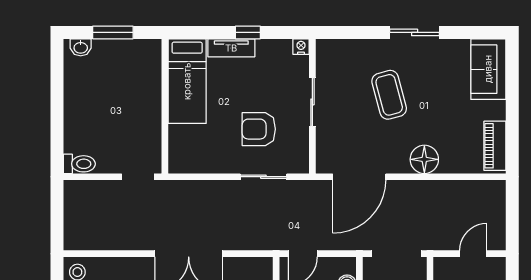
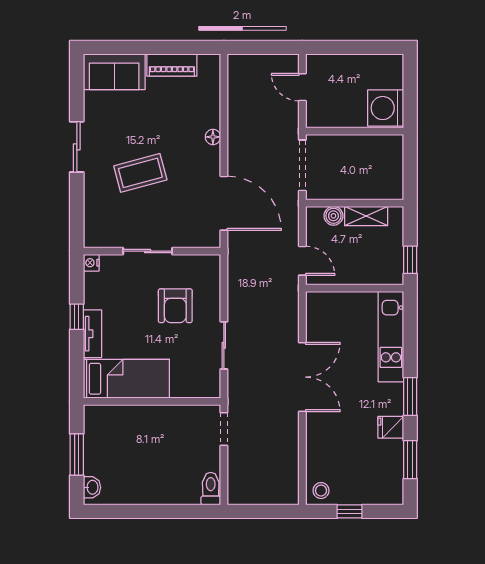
piano: (495, 146) -> (172, 65), moved
floor lamp: (424, 159) -> (213, 137), width x0.53, depth x0.53
sliding door: (263, 177) -> (224, 345), moved

